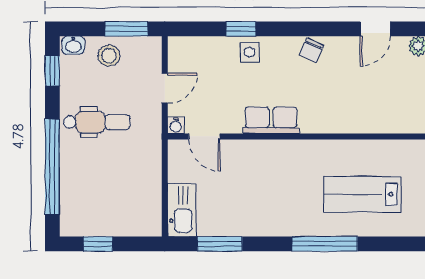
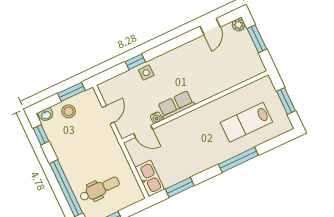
chair: (312, 50) -> (180, 55), removed
dental chair: (97, 122) -> (100, 189), moved
water cooler: (176, 125) -> (156, 118), moved

